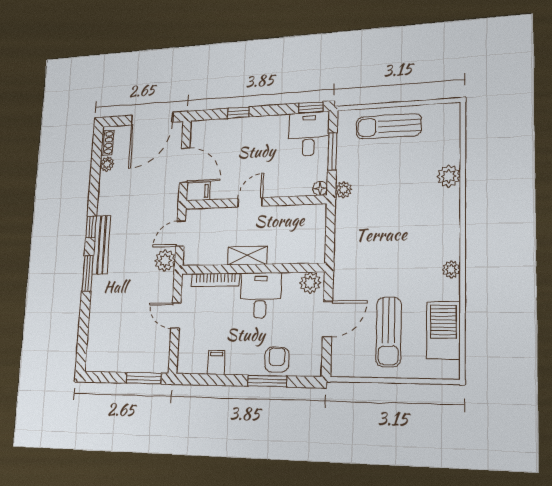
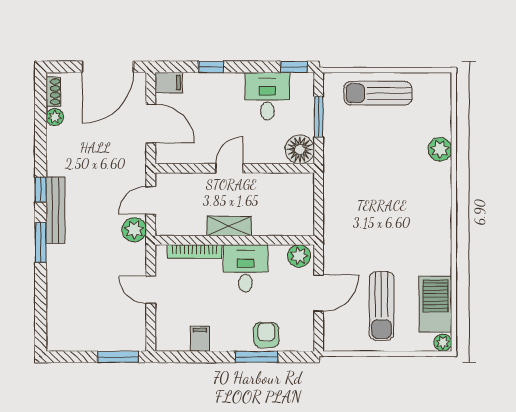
desk: (309, 134) -> (267, 96), moved
floor lamp: (320, 188) -> (300, 149), width x1.89, depth x1.89
plant: (344, 190) -> (332, 159), removed
filing cabinet: (198, 191) -> (169, 83), moved
plant: (451, 269) -> (443, 343), moved

